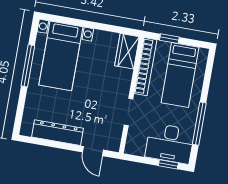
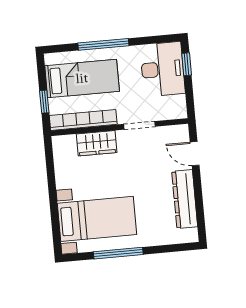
wardrobe: (127, 51) -> (97, 143), moved
window: (199, 124) -> (103, 44), moved
door: (93, 151) -> (195, 154), swing flipped

